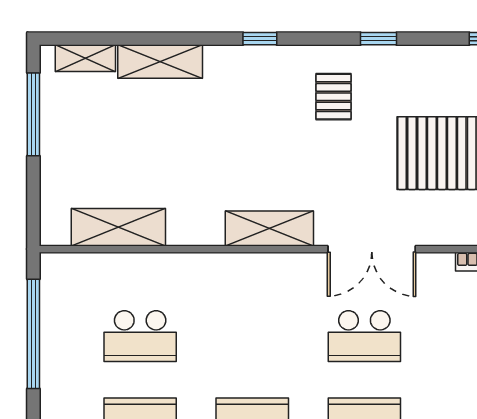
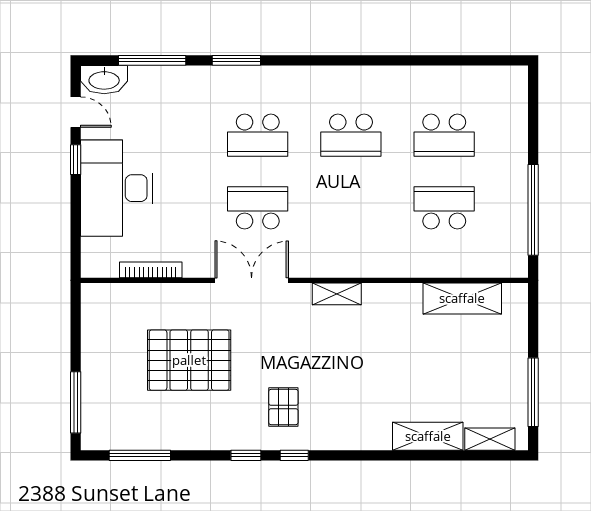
window: (260, 39) -> (294, 455), moved
shelving: (269, 228) -> (337, 294), width x0.67, depth x0.75

